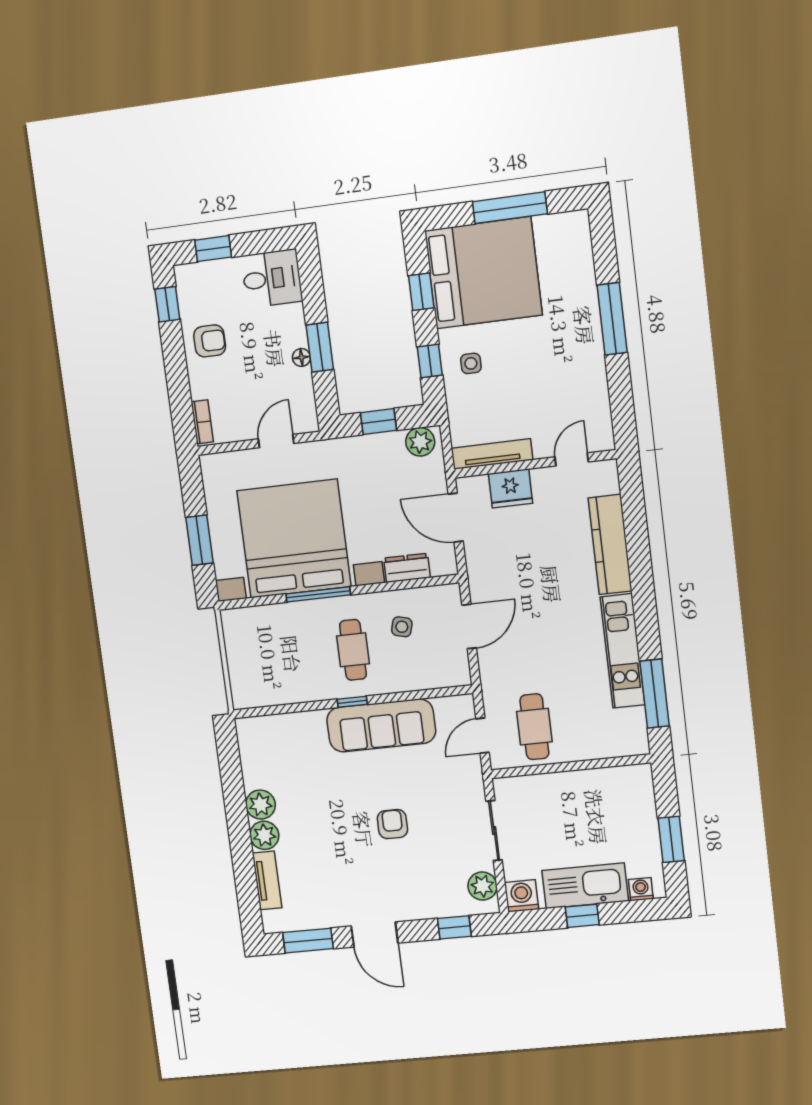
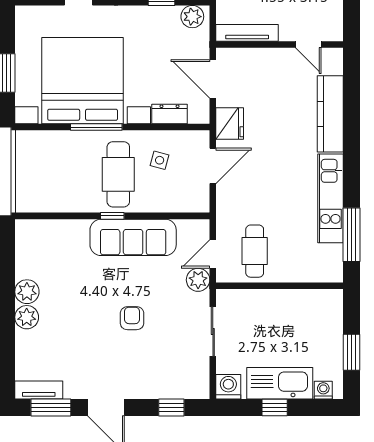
door: (572, 459) -> (308, 44), swing flipped
fridge: (510, 488) -> (230, 123), moved, turned -90
cafe table: (353, 650) -> (118, 174), width x1.37, depth x1.35
tv unit: (267, 880) -> (39, 390), moved, turned -90
plant: (482, 886) -> (198, 280), moved

